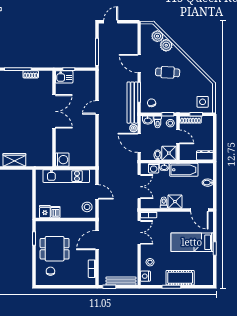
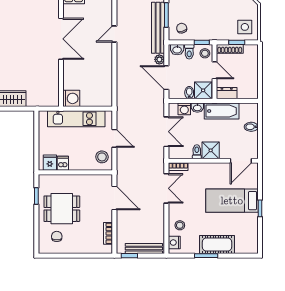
dresser: (205, 155) -> (227, 93), moved
door: (199, 210) -> (241, 161), hinge flipped
door: (97, 240) -> (114, 198), swing flipped

